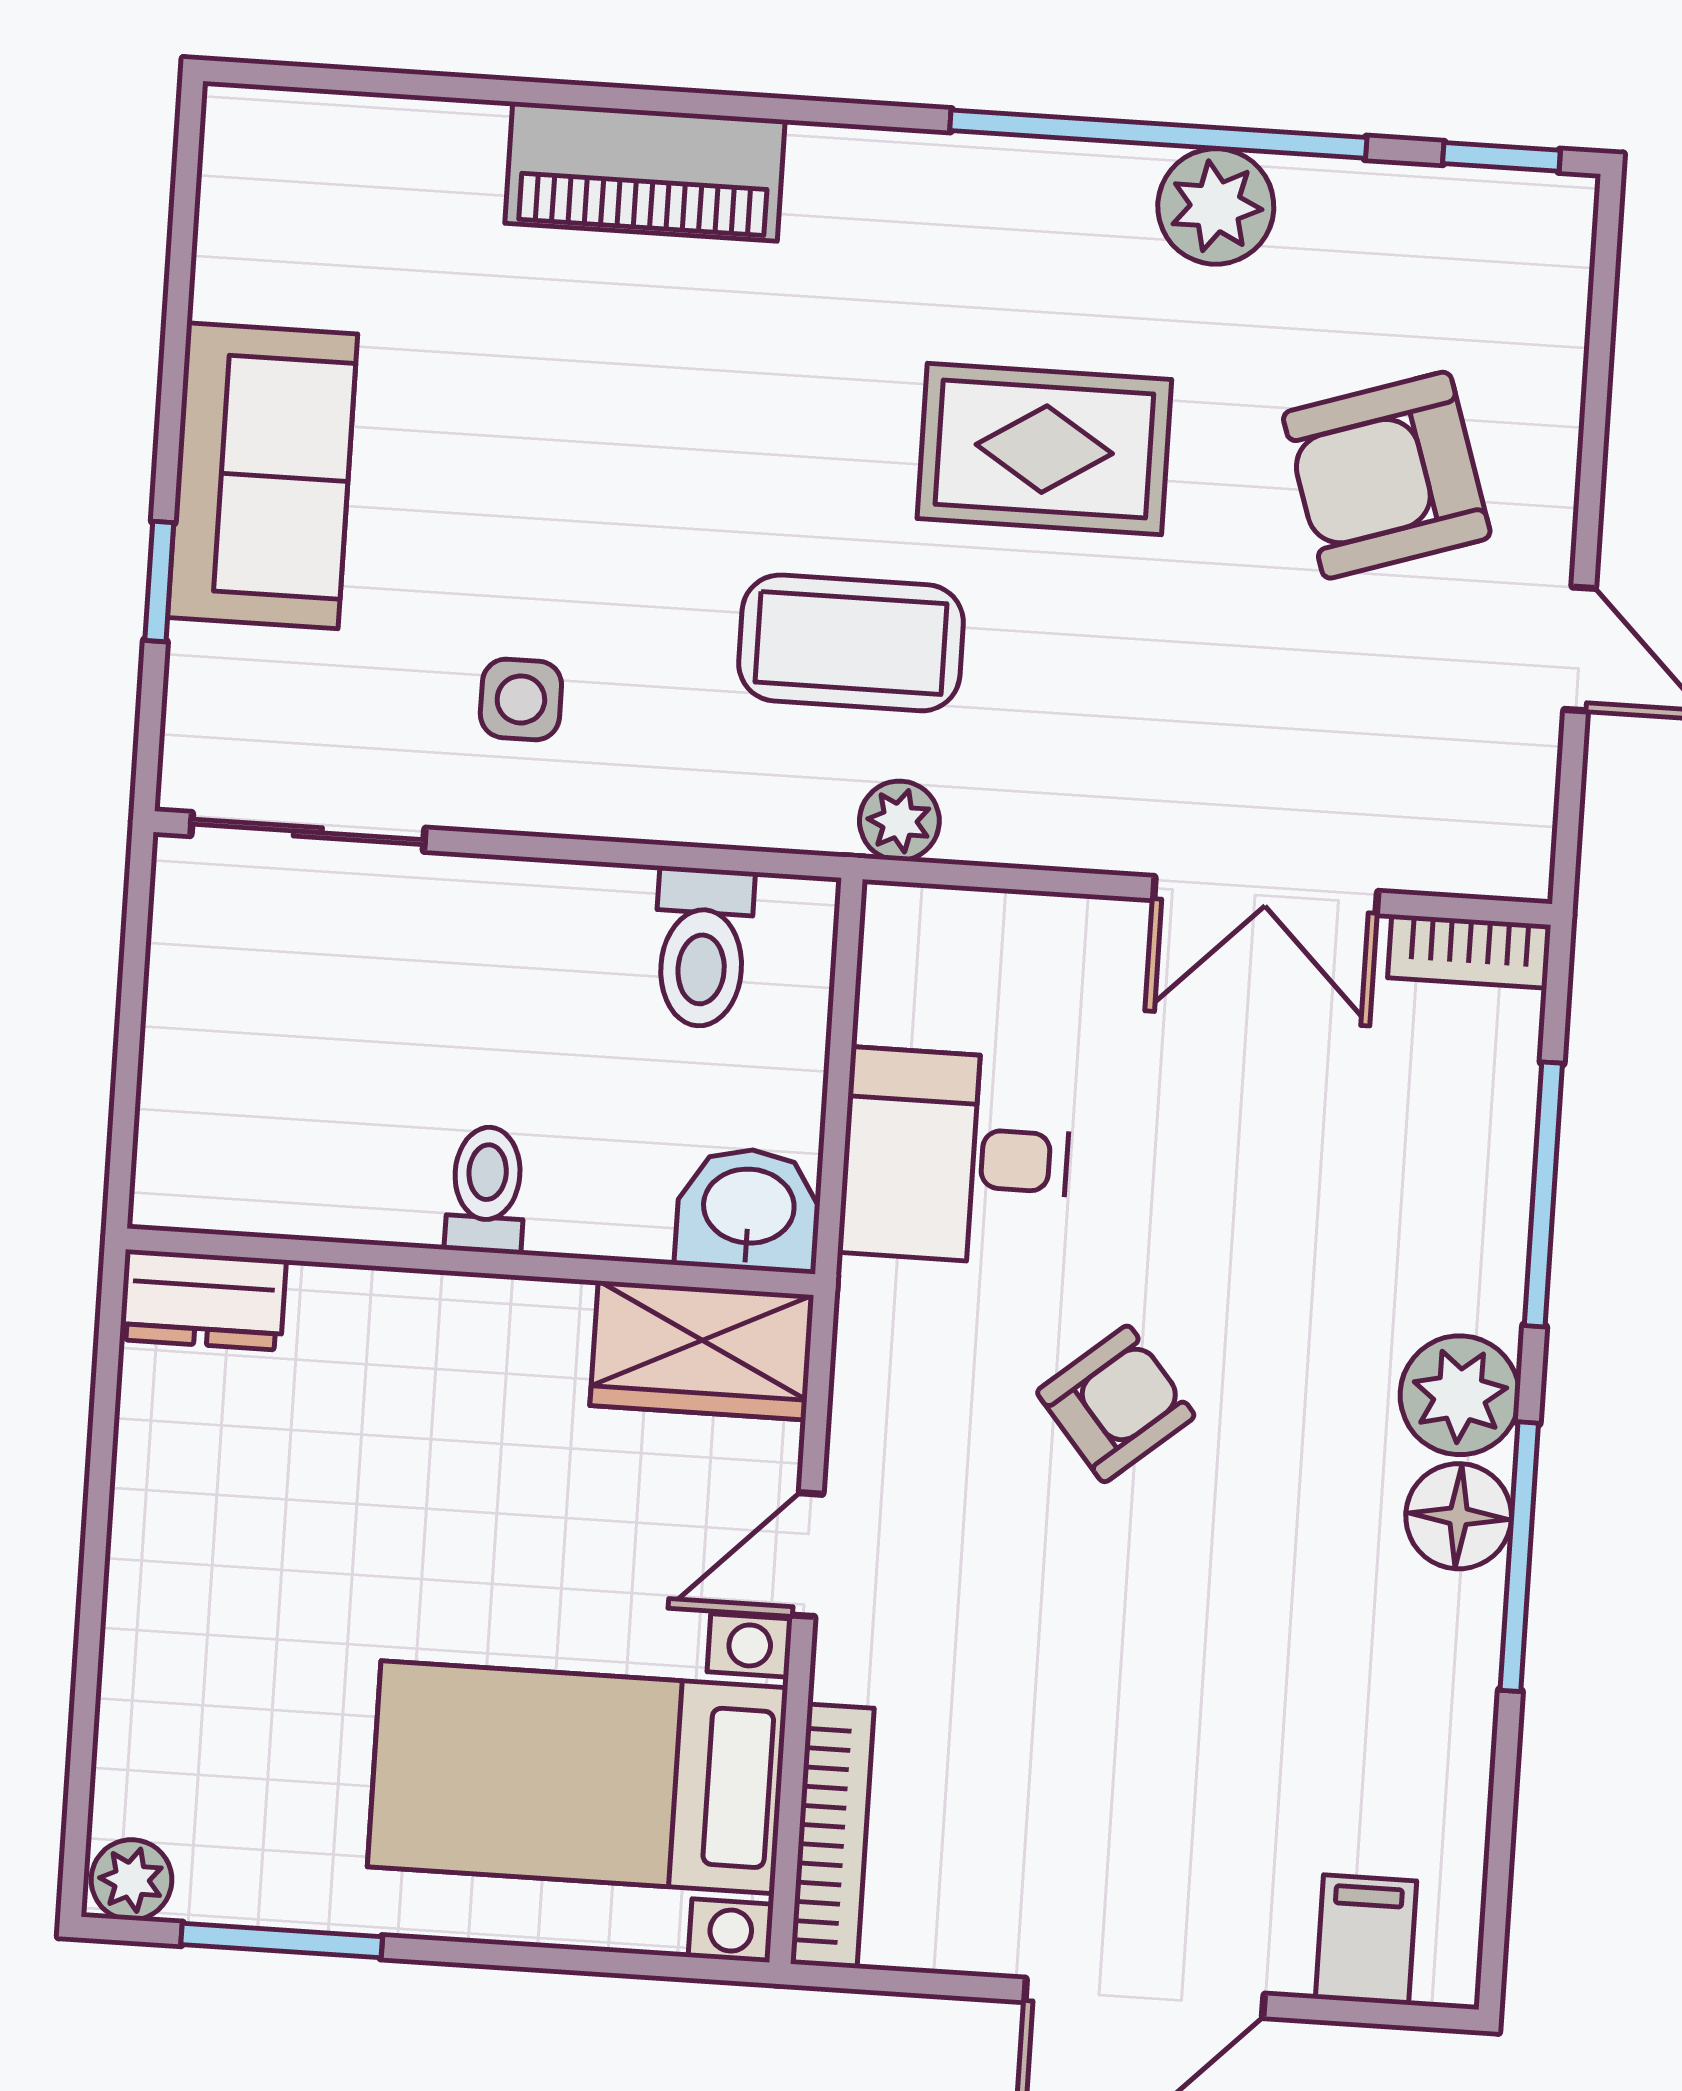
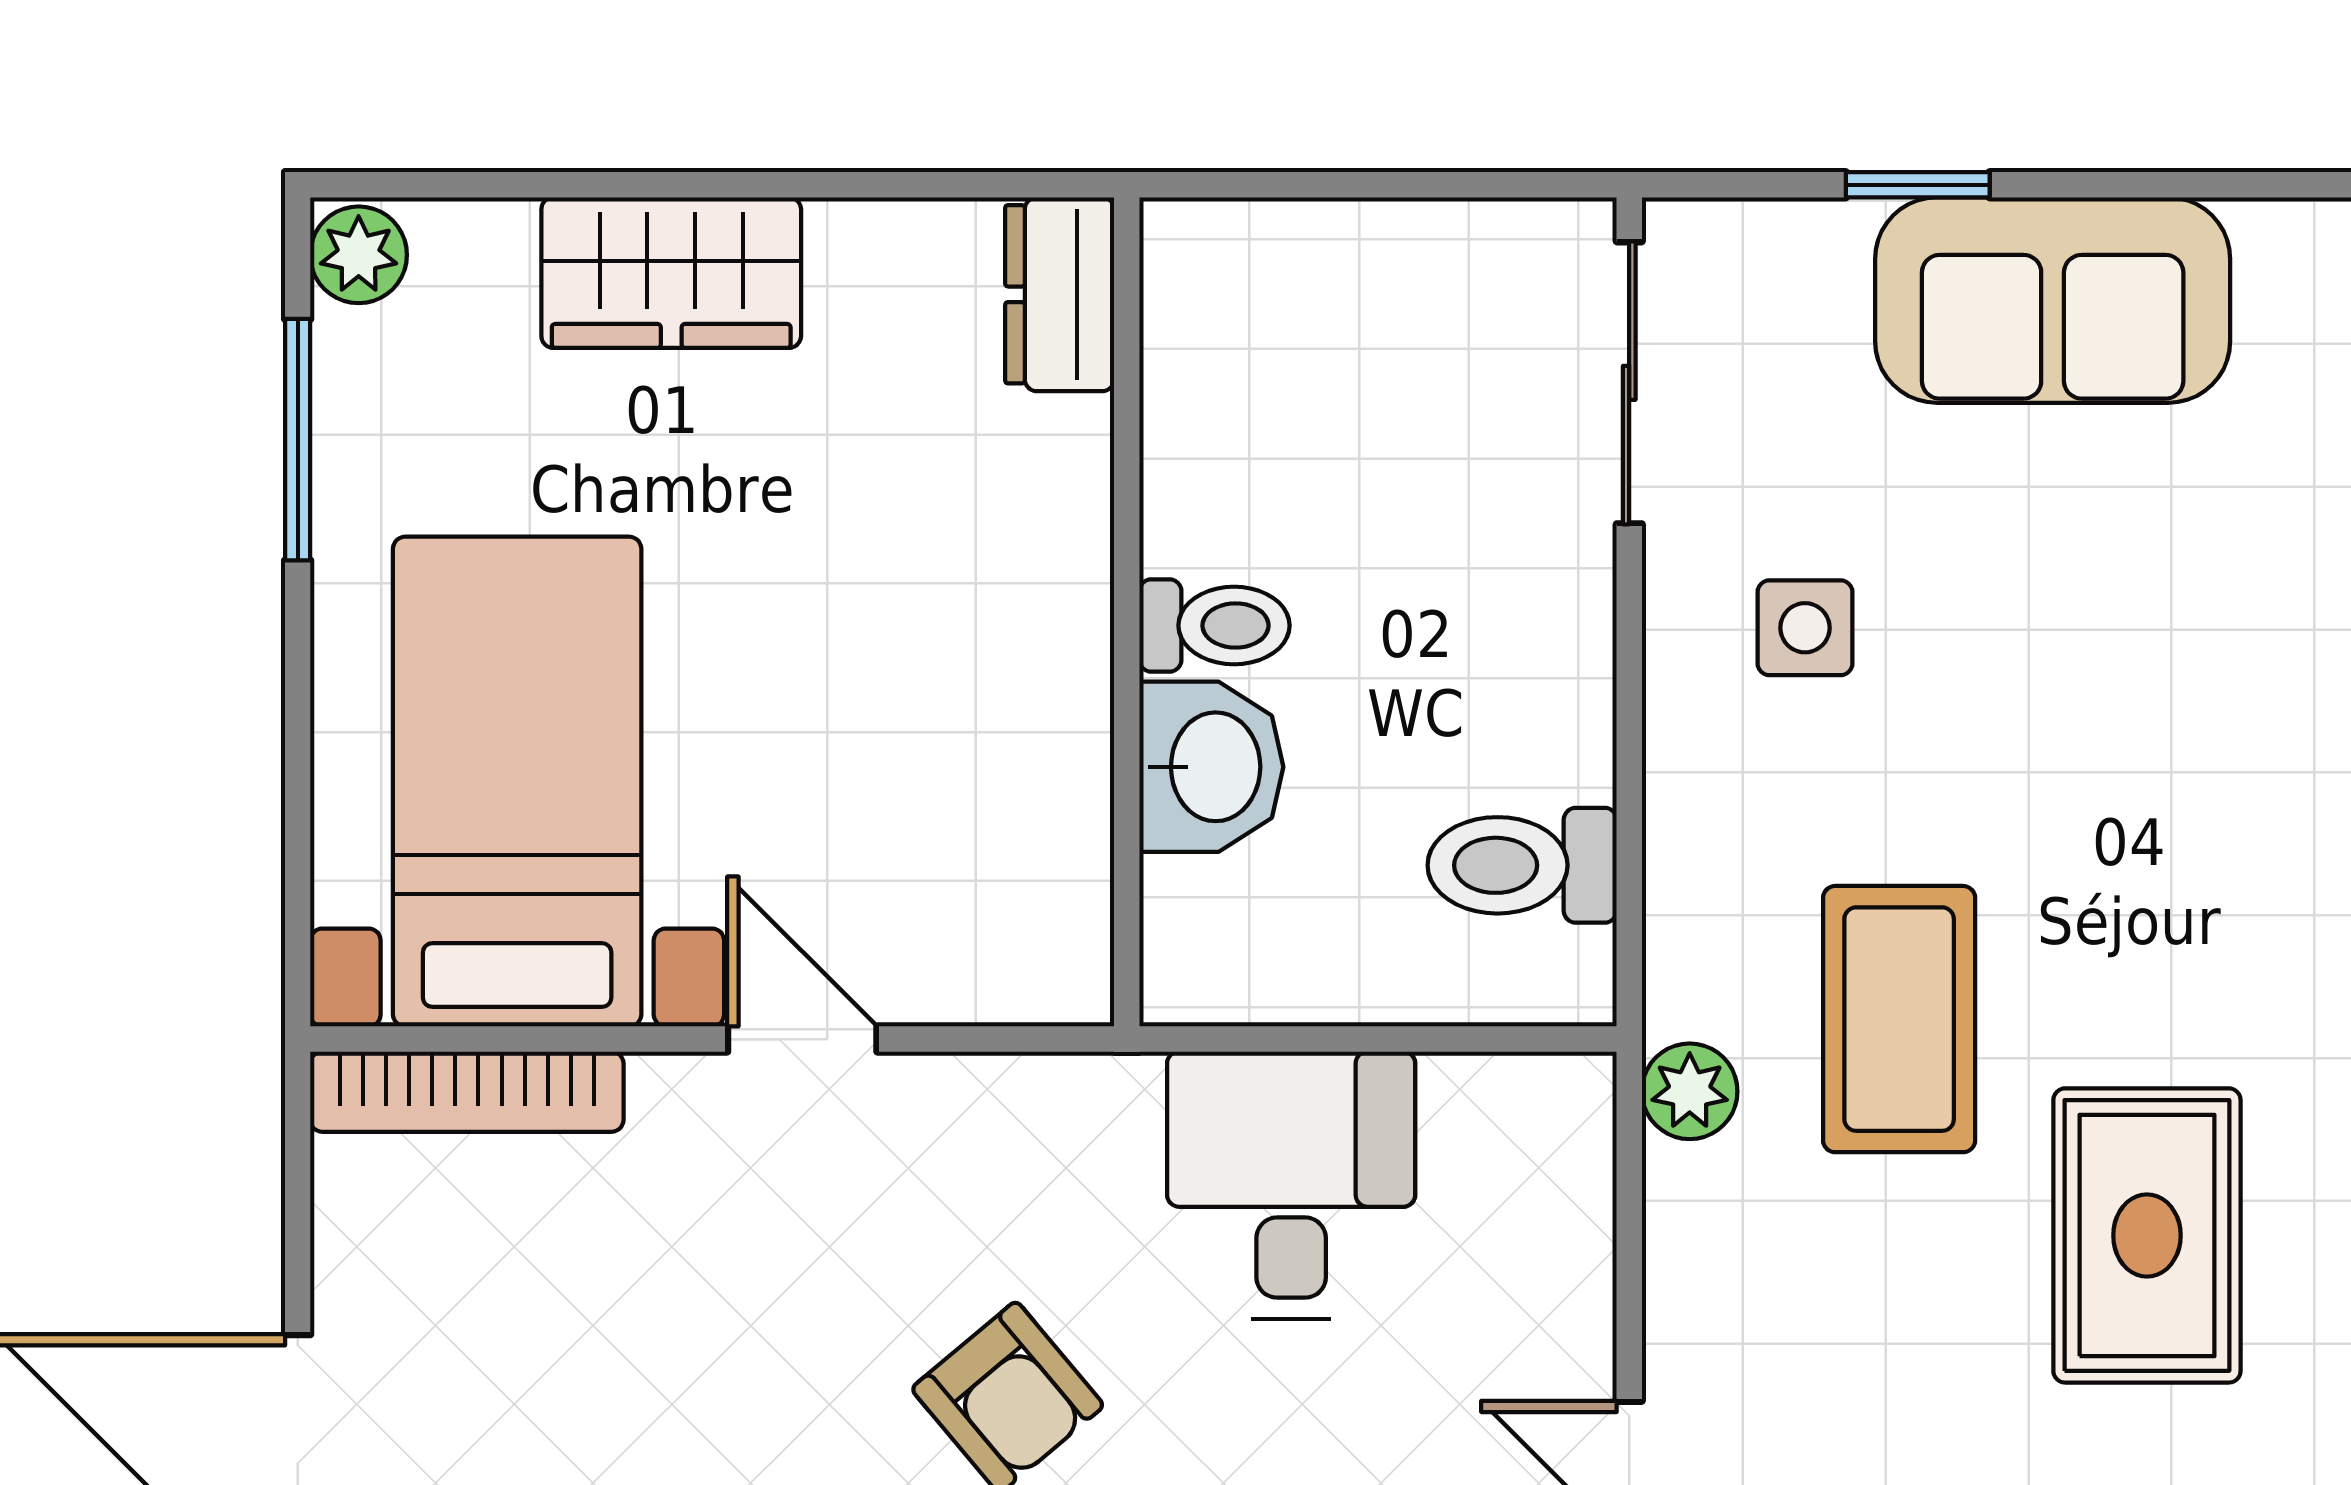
washbasin: (749, 1210) -> (1211, 767), moved
wardrobe: (702, 1350) -> (671, 273), moved, turned -90

